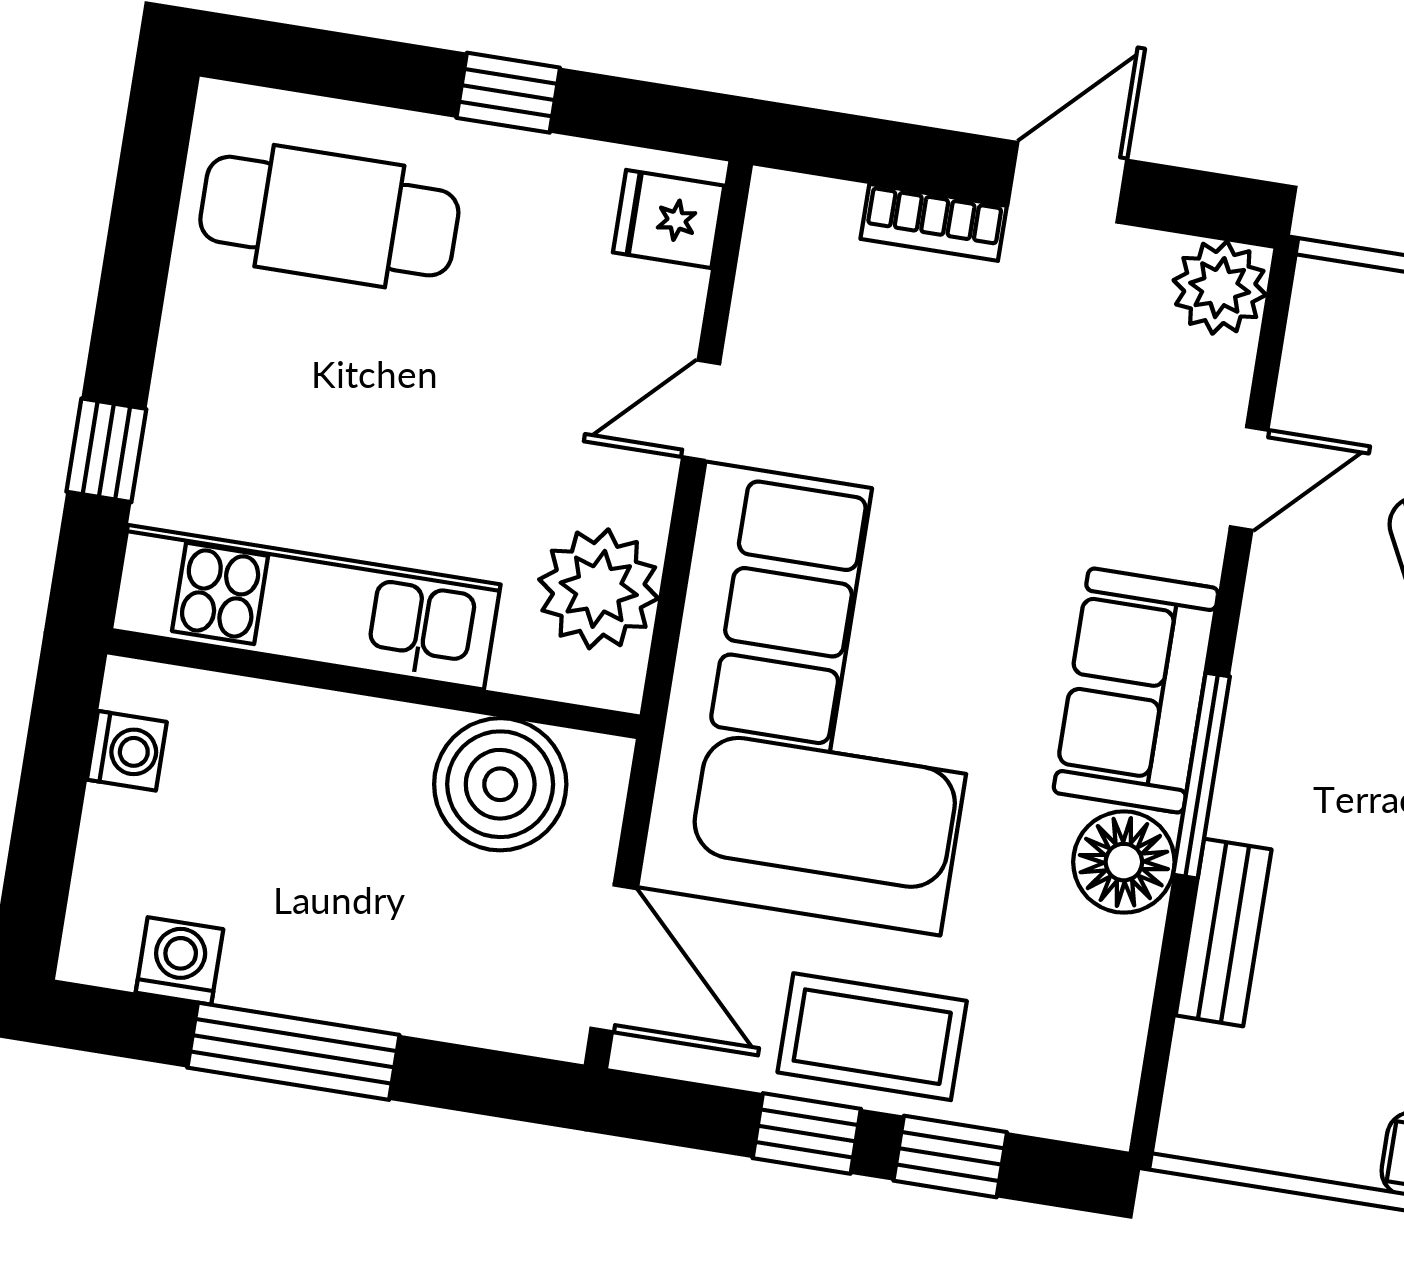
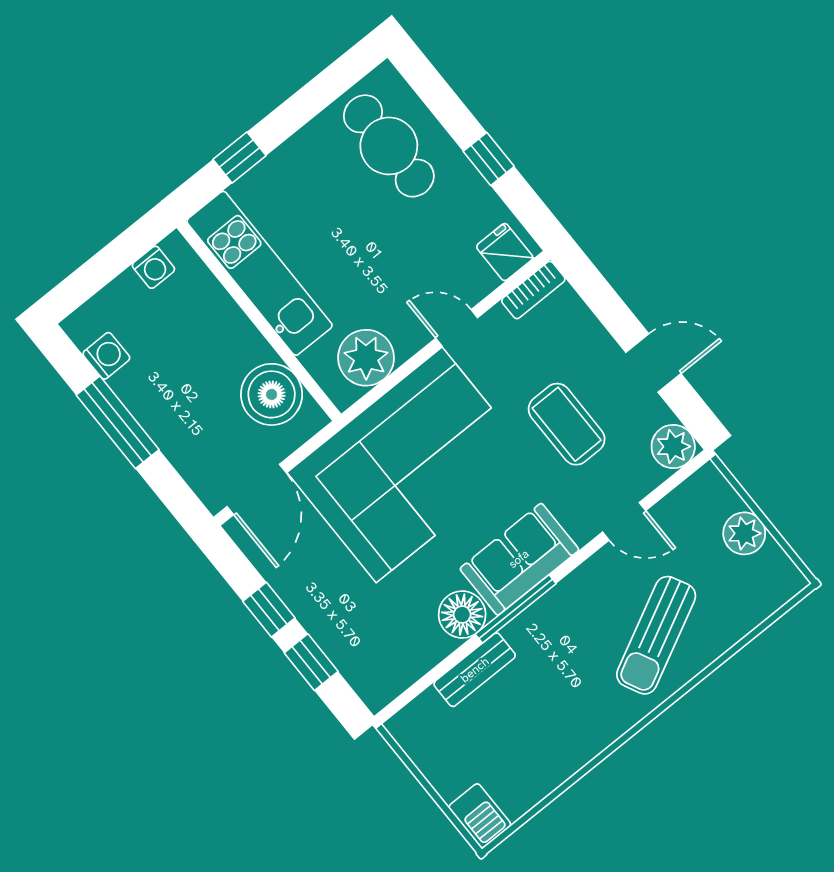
bookcase: (934, 222) -> (533, 290), moved, turned -90
coffee table: (872, 1037) -> (567, 424), moved

